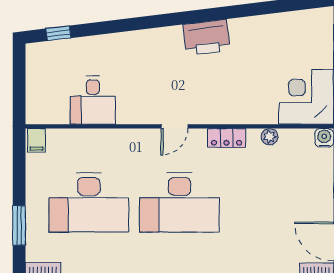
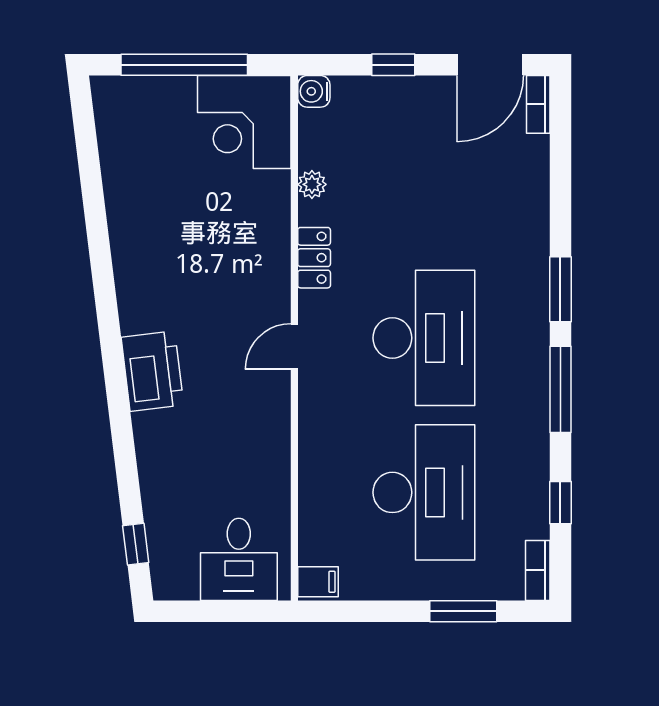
printer: (207, 37) -> (152, 371), moved
desk: (93, 100) -> (239, 559), moved, turned 90
door: (174, 126) -> (294, 347), swing flipped

